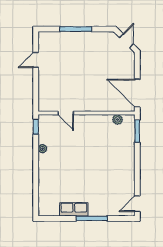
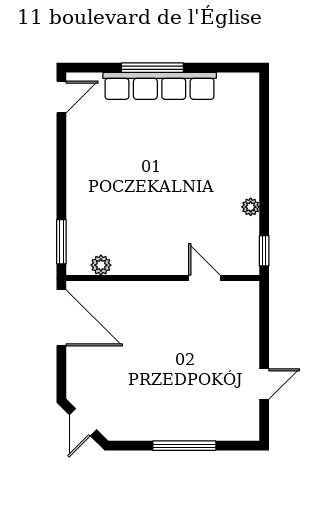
row of seats: (74, 209) -> (160, 86), width x2.02

